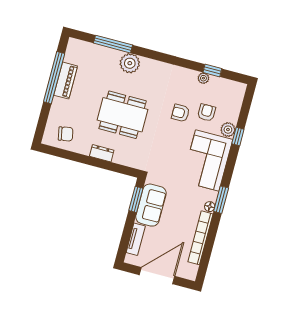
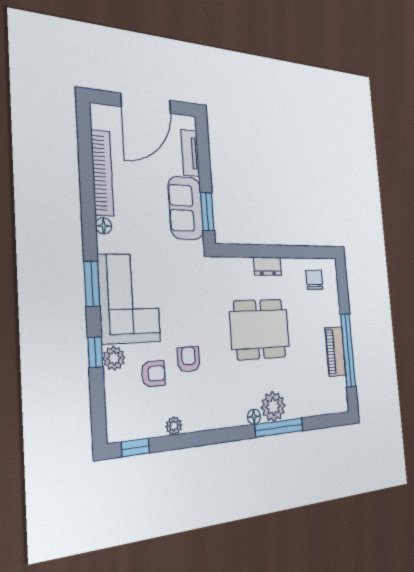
window: (113, 44) -> (279, 428), moved
floor lamp: (147, 62) -> (254, 417), added
window: (212, 71) -> (135, 447), moved
armchair: (181, 113) -> (189, 359), turned -90
armchair: (207, 113) -> (153, 374), turned -90
chair: (66, 134) -> (314, 280), turned 101
window: (221, 200) -> (92, 284), moved

